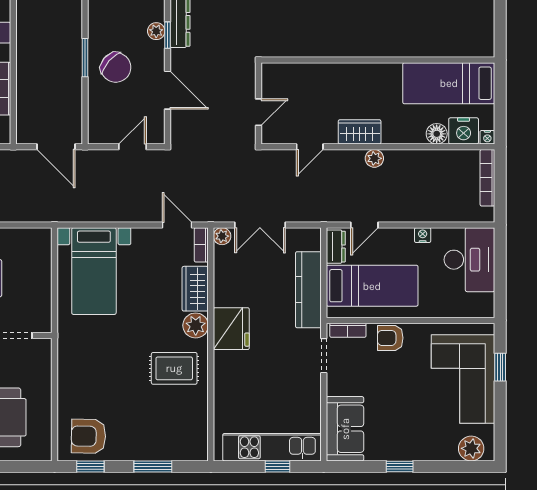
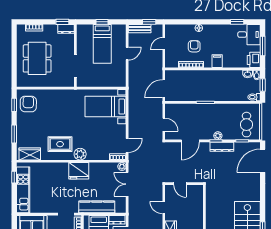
chair: (116, 67) -> (201, 117), removed
wardrobe: (195, 289) -> (30, 154), moved
rug: (174, 368) -> (60, 144), turned 90
window: (277, 466) -> (14, 177), moved

